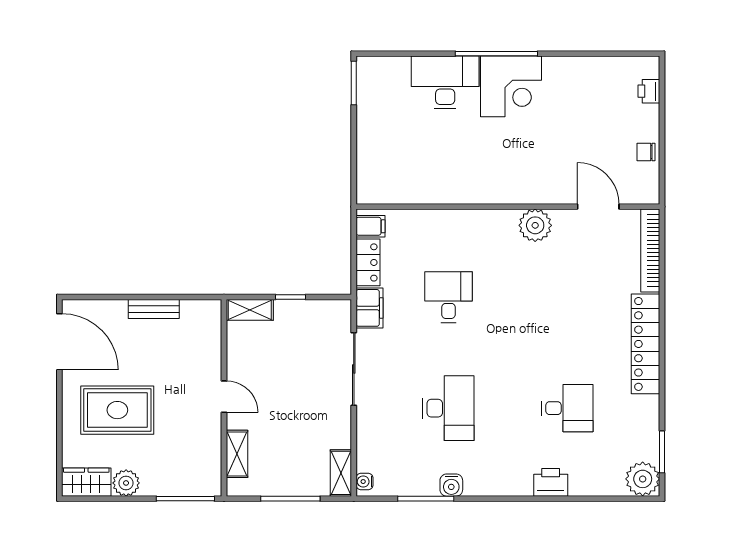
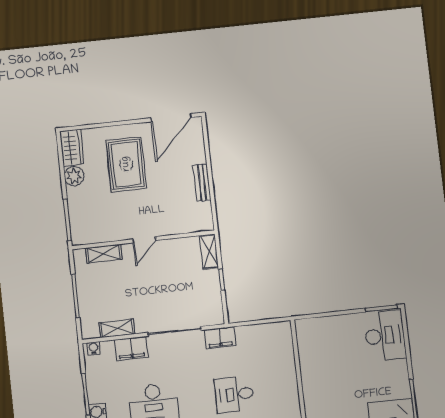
desk: (445, 82) -> (385, 336), moved
filing cabinet: (371, 226) -> (131, 348), moved, width x2.00
locker: (368, 262) -> (253, 333), removed
desk: (448, 297) -> (234, 394), turned 180
shelving: (341, 473) -> (117, 328), moved

